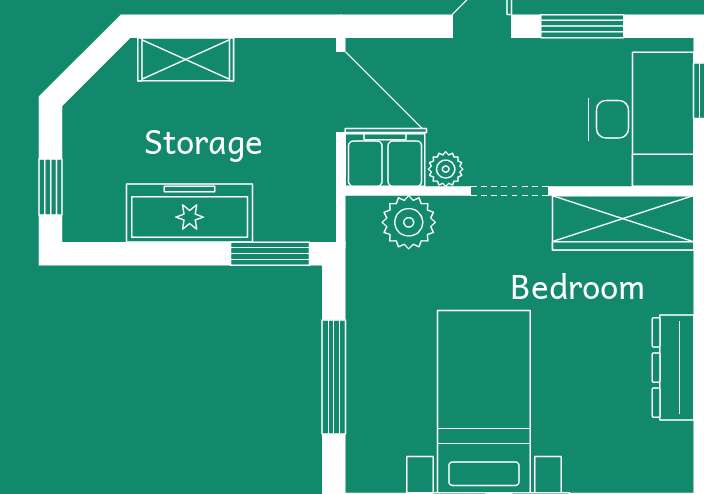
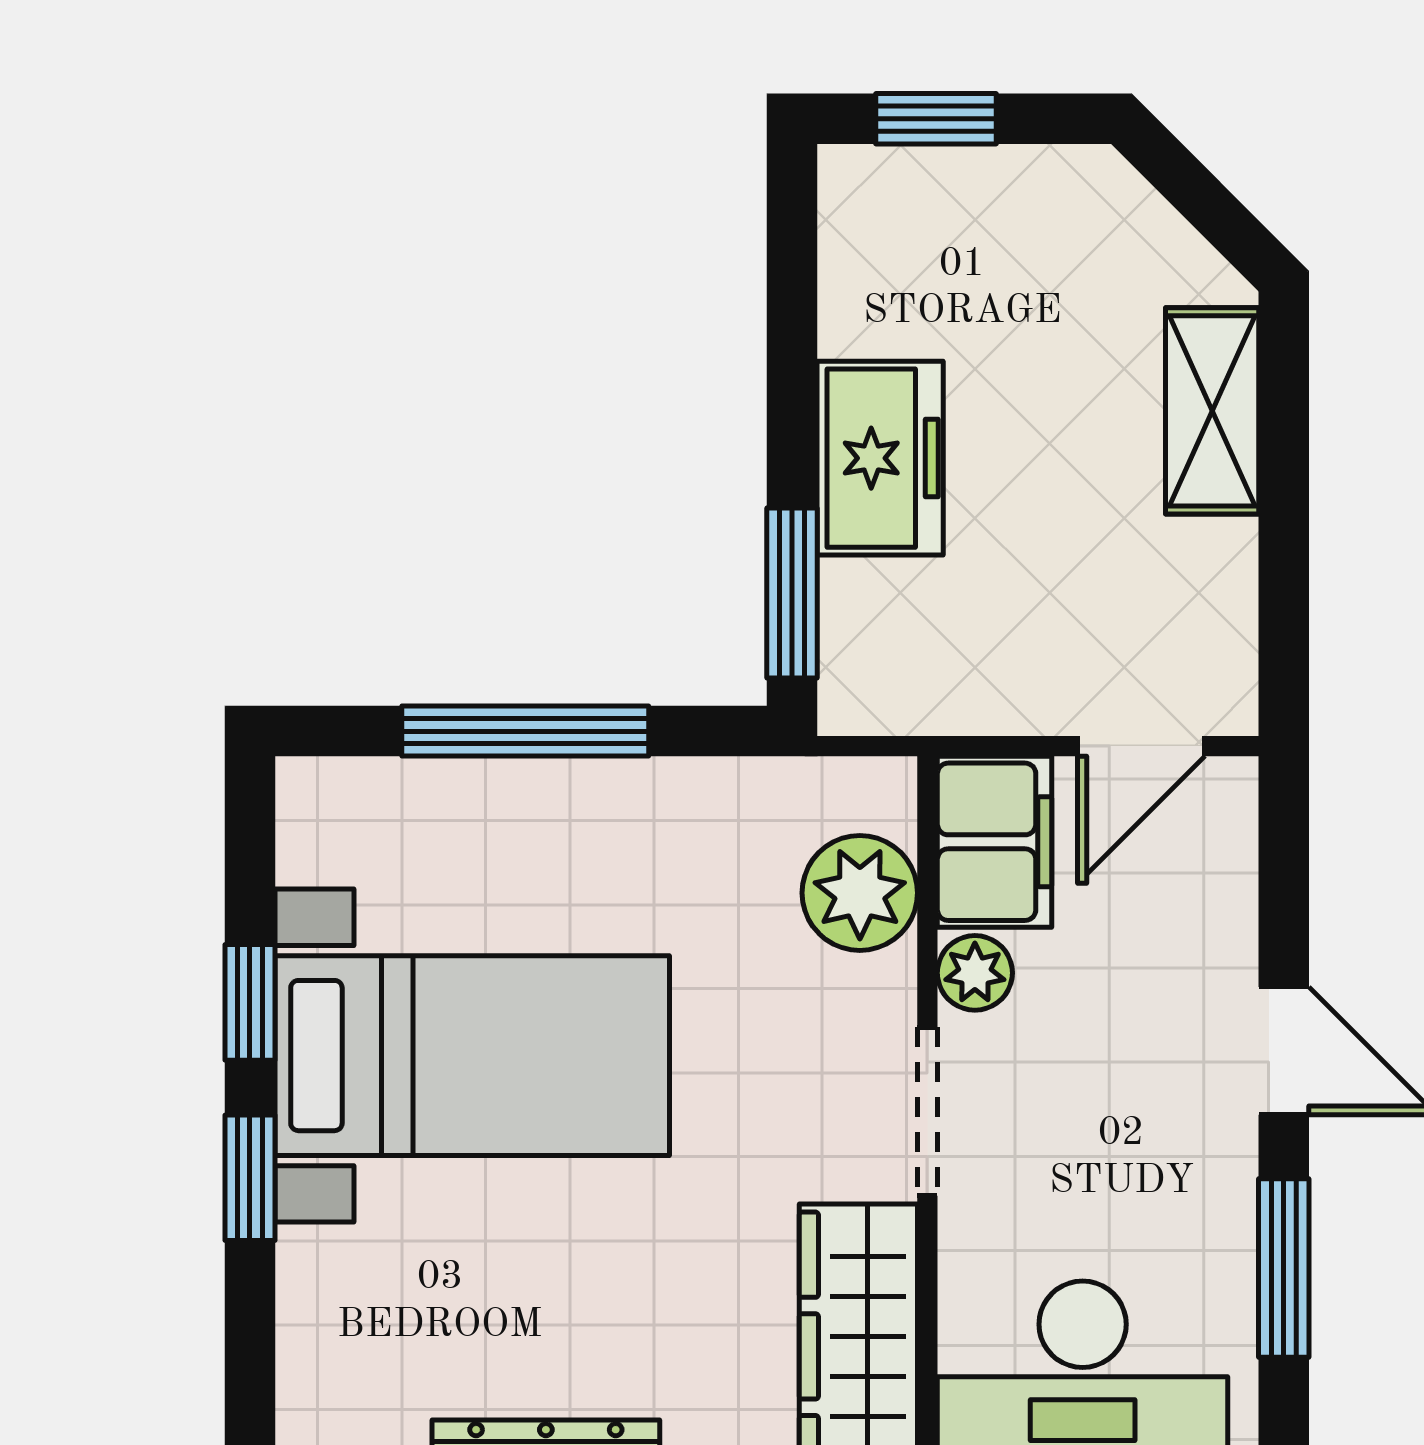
door: (341, 92) -> (1141, 746), width x0.73
freezer: (190, 213) -> (880, 458), width x0.71

